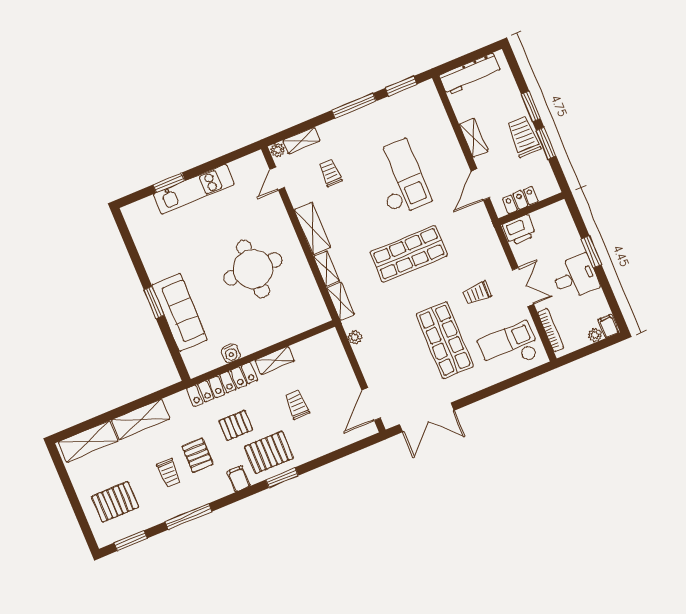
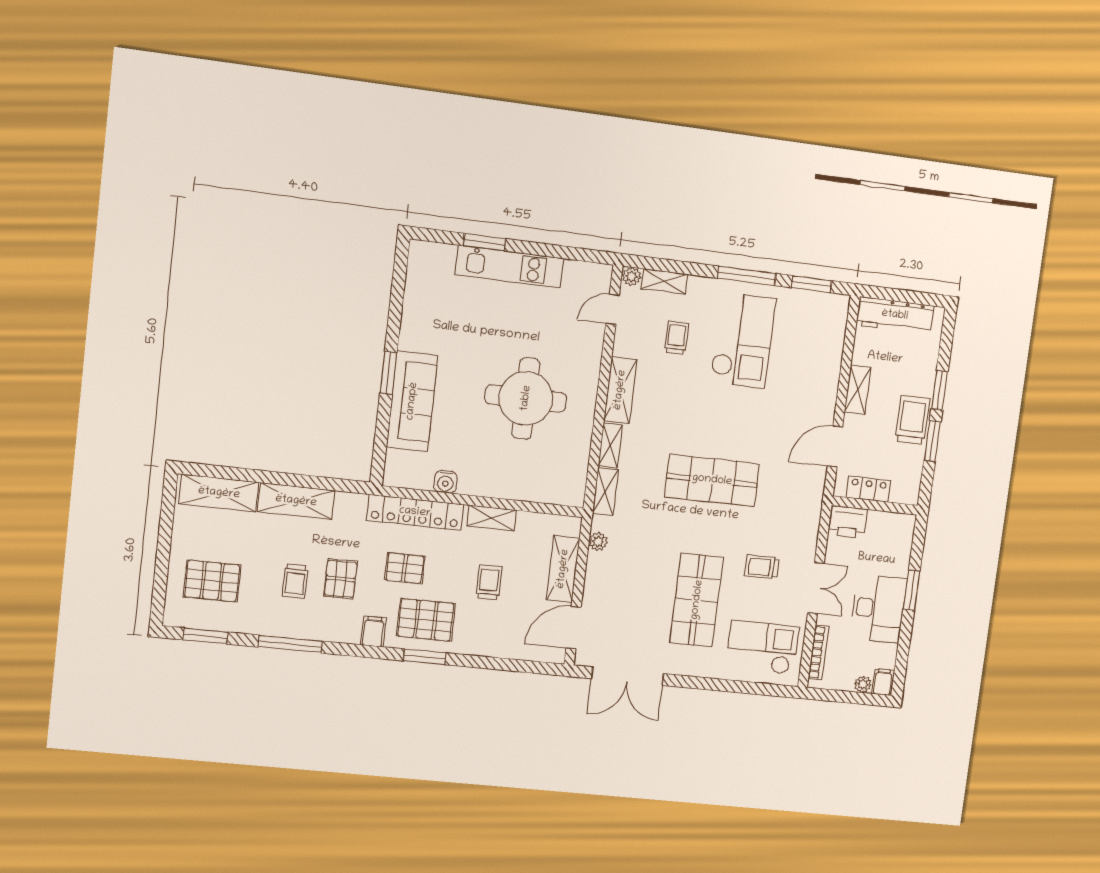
checkout: (400, 178) -> (743, 340), moved
desk: (575, 277) -> (878, 609), width x1.37
shelving: (342, 368) -> (563, 569), added

